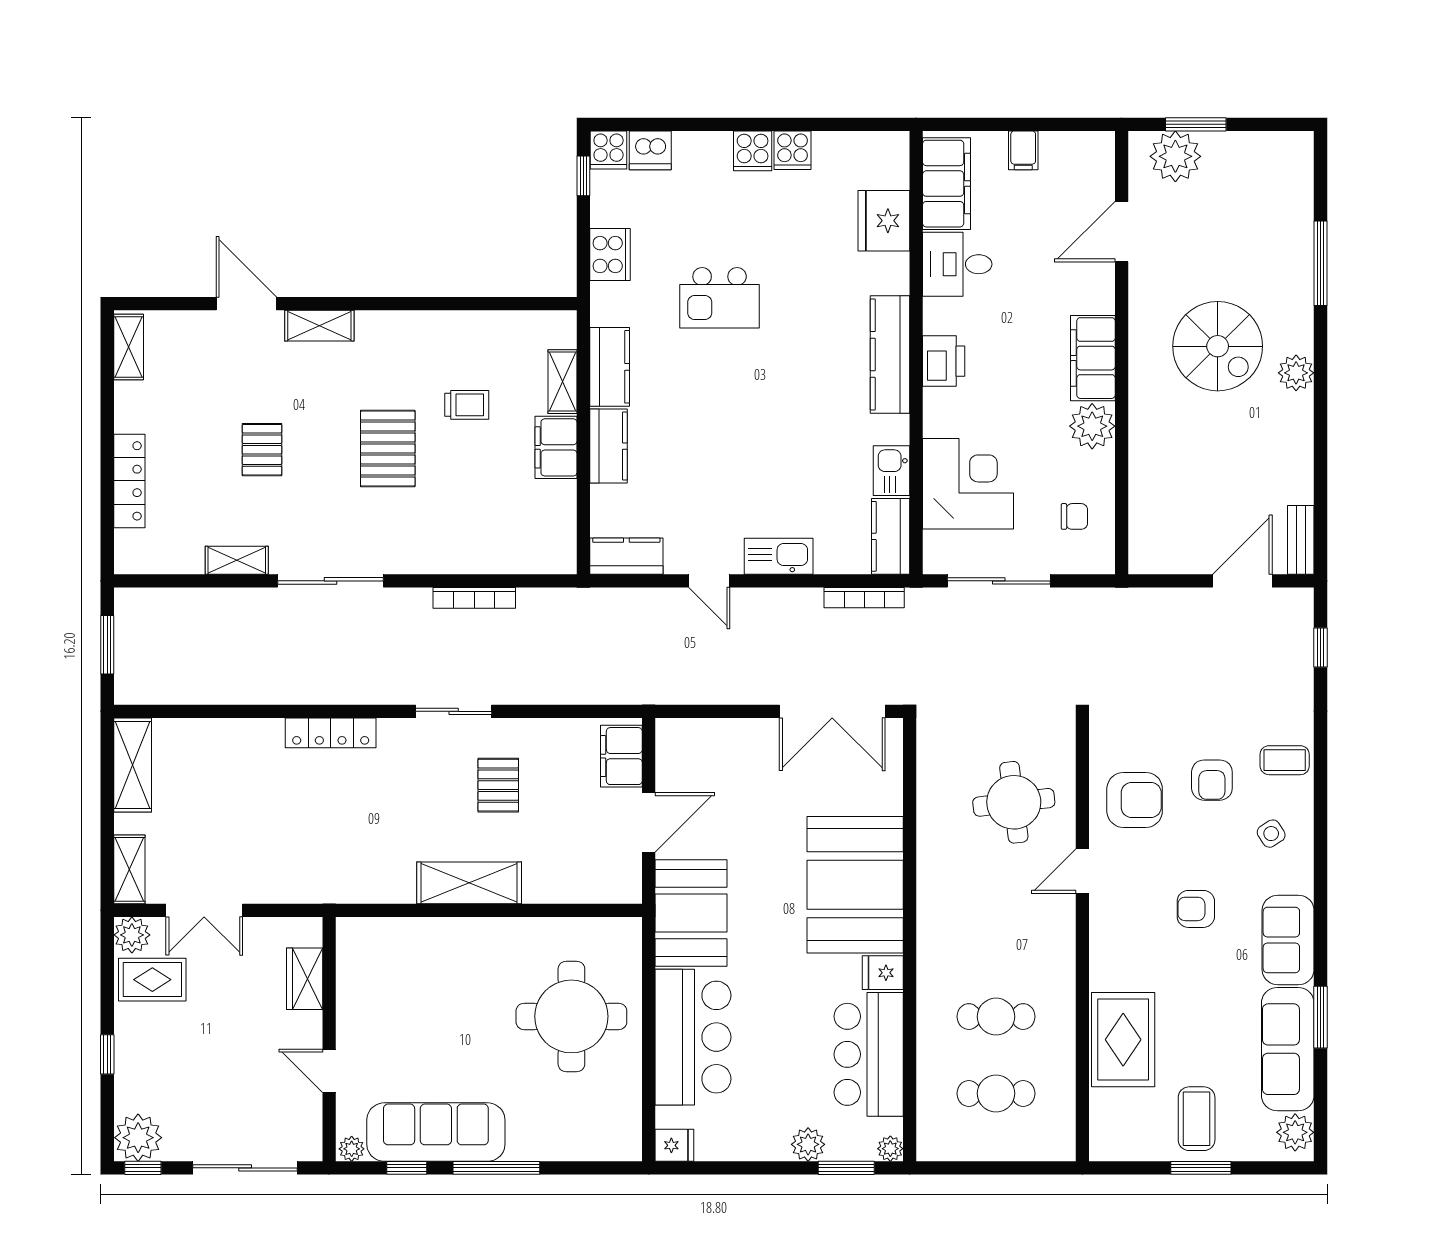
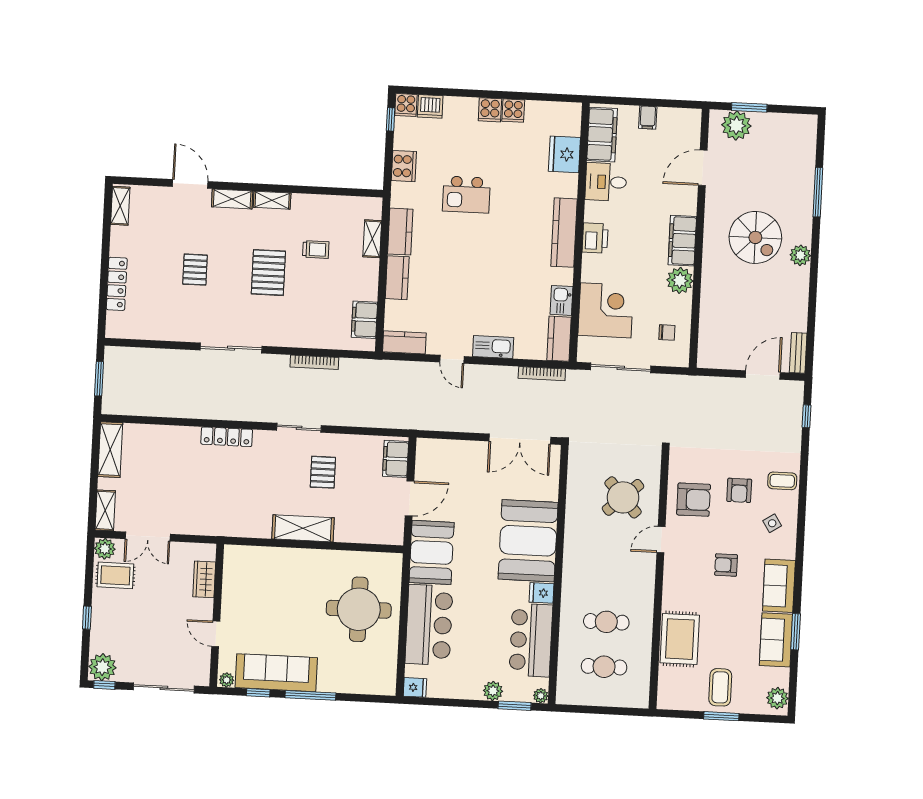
filing cabinet: (556, 447) -> (364, 320), moved
shelving: (237, 560) -> (272, 200), moved
round table: (1014, 802) -> (623, 497), turned -35
sofa: (1288, 1049) -> (776, 640), width x0.73

